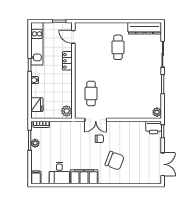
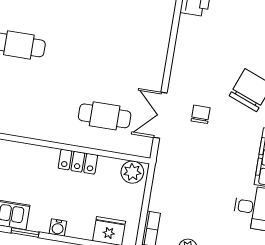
locker: (67, 61) -> (78, 162), moved
double door: (96, 120) -> (160, 115), swing flipped

